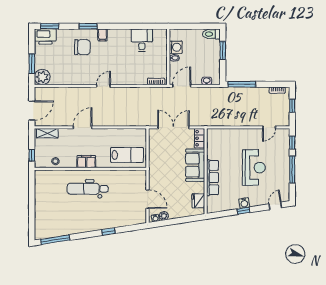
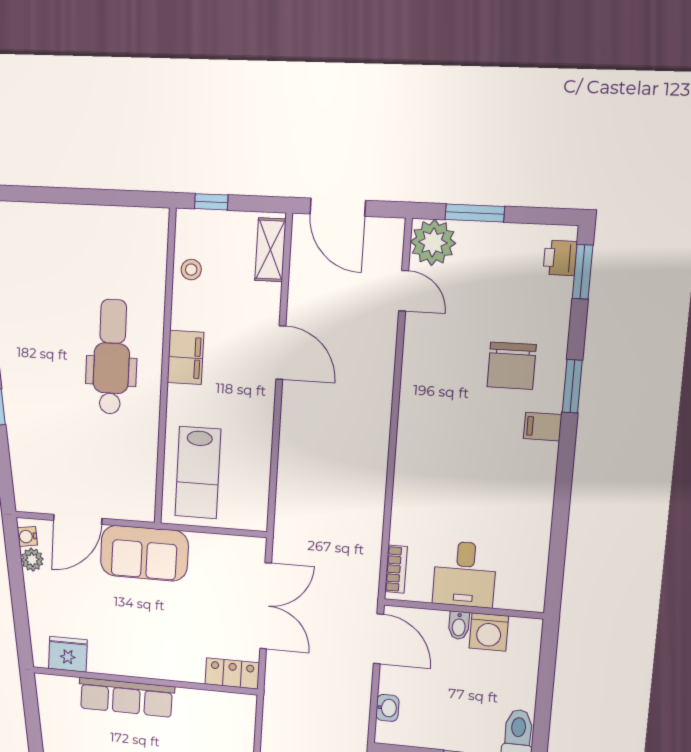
printer: (45, 37) -> (560, 258), width x0.53, depth x0.68
desk: (142, 40) -> (465, 574), moved, turned 90
door: (103, 86) -> (404, 291), moved
sofa: (195, 165) -> (144, 553), moved, turned 180

